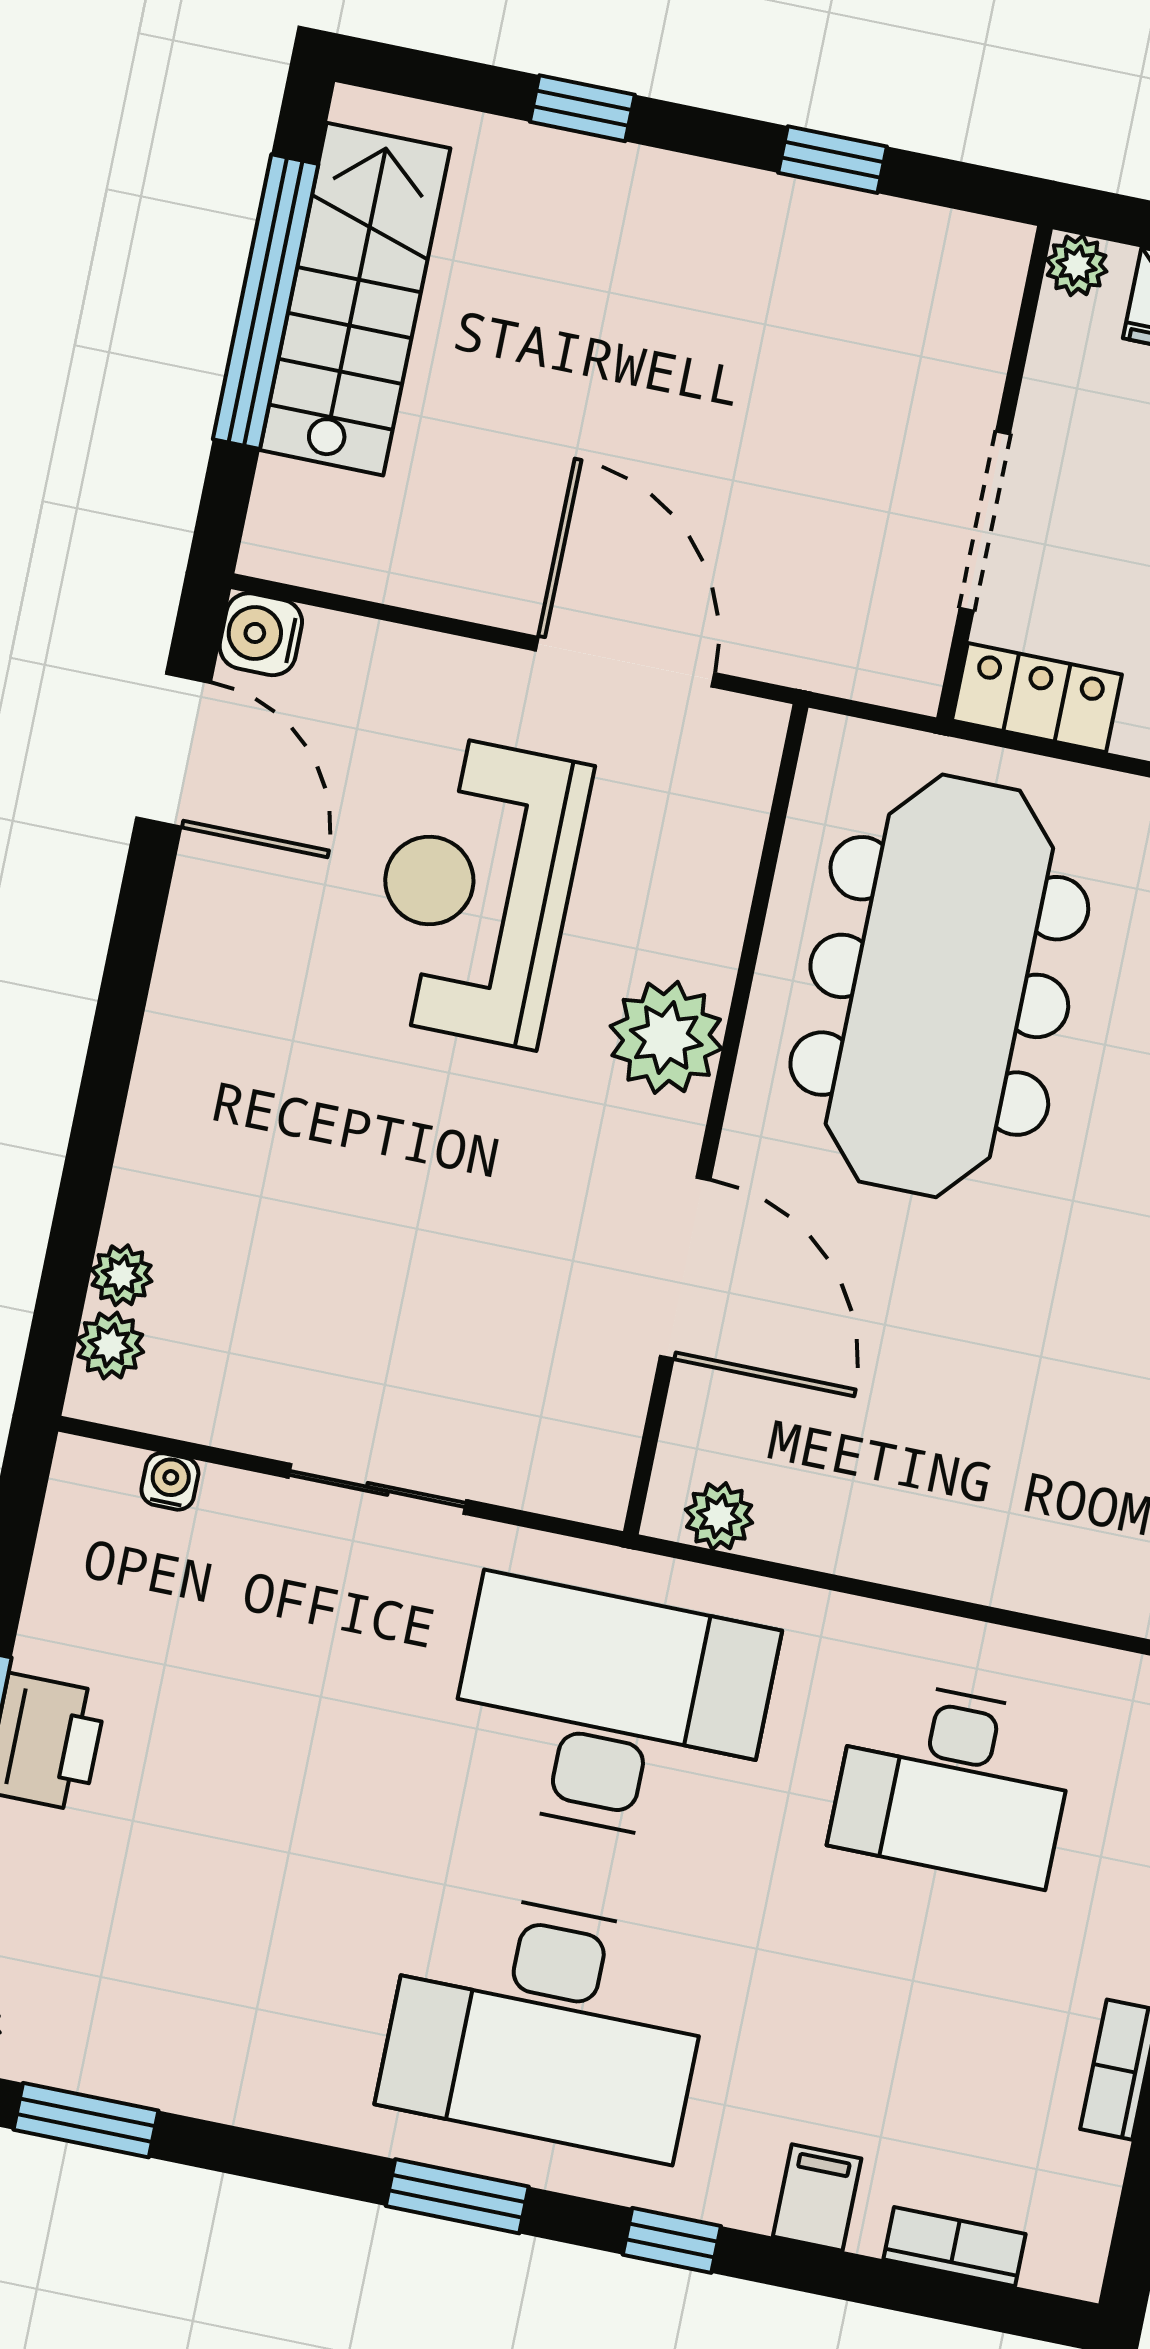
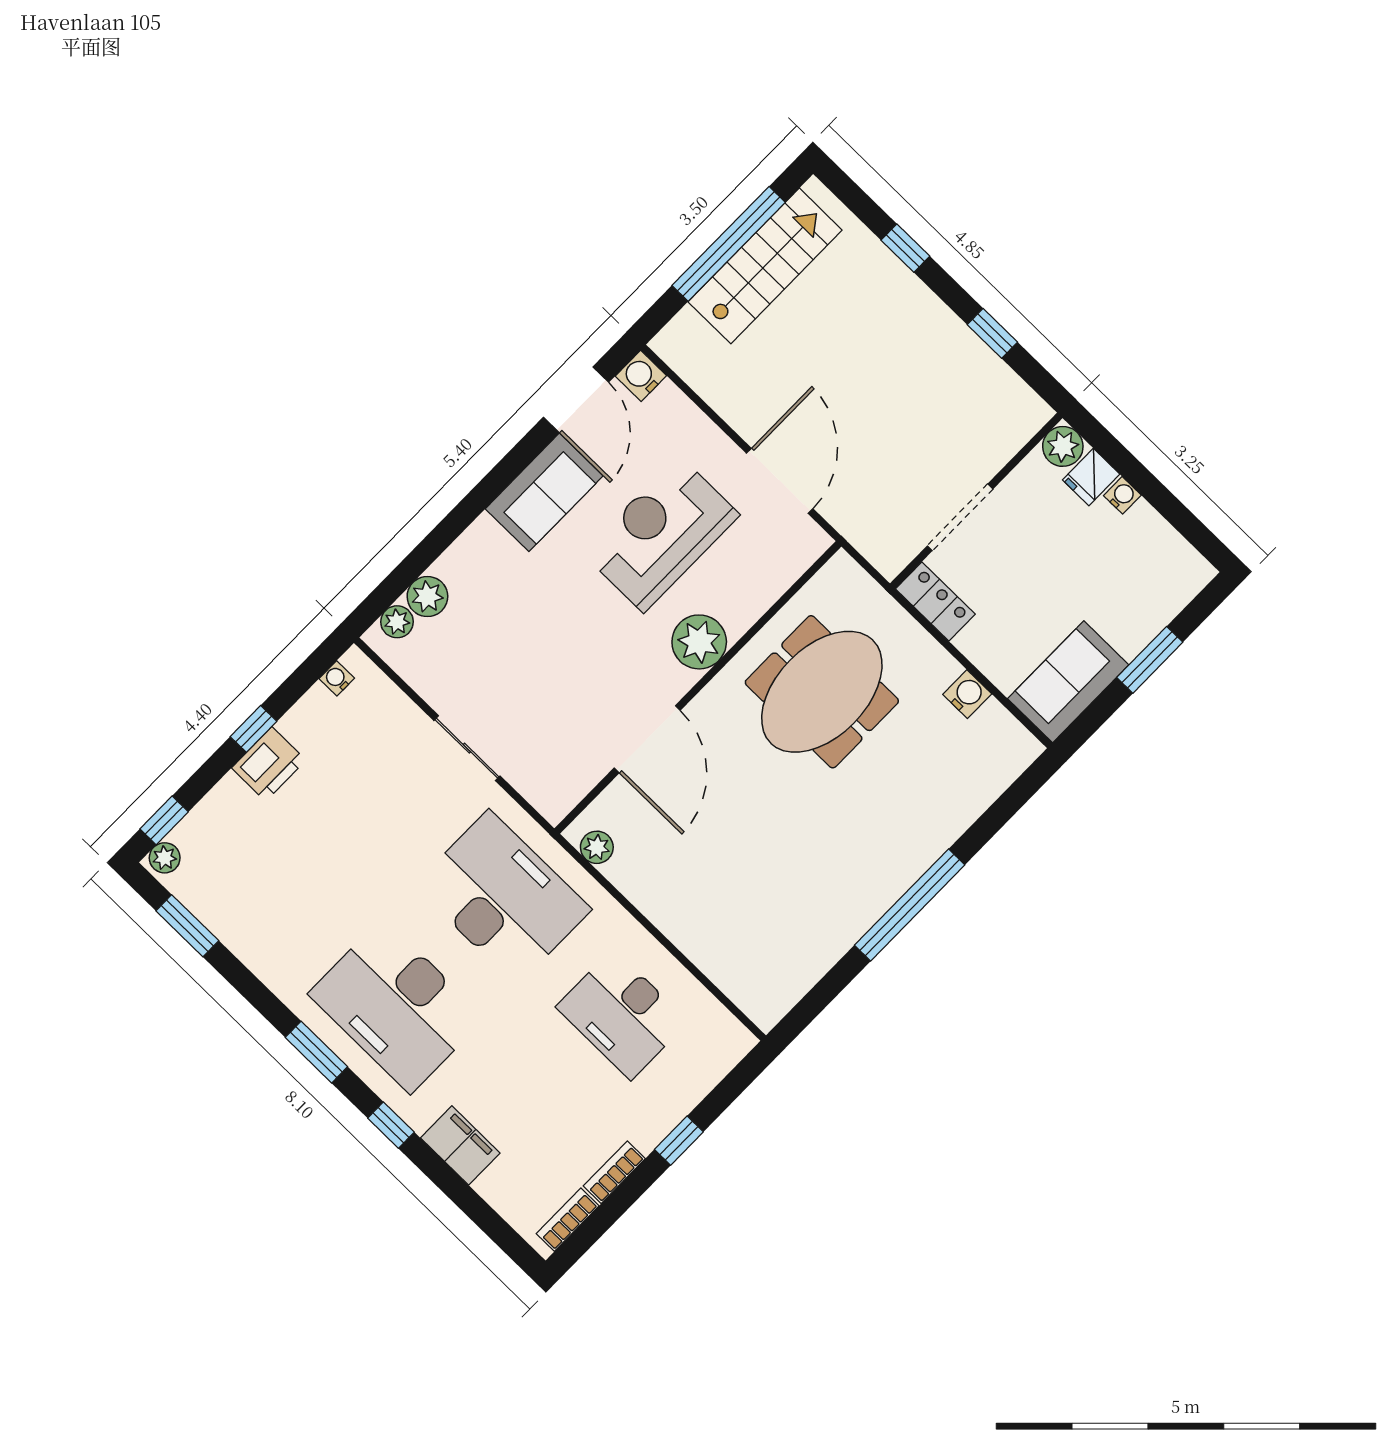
plant: (1077, 265) -> (1063, 446), width x1.38, depth x1.38
sofa: (223, 950) -> (544, 492), added
meeting table: (939, 986) -> (822, 692), width x0.73
plant: (122, 1275) -> (427, 597), width x1.38, depth x1.38
water cooler: (170, 1481) -> (337, 678), moved, turned -90
filing cabinet: (817, 2198) -> (460, 1145), width x2.00
bookcase: (955, 2247) -> (568, 1220), moved, turned -90

